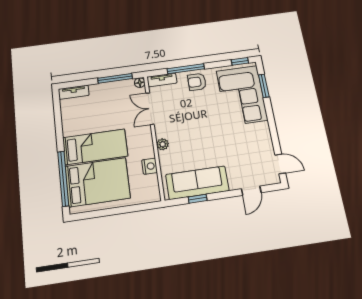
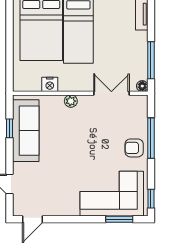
tv unit: (162, 80) -> (142, 110), removed
armchair: (197, 82) -> (134, 148), turned -90

